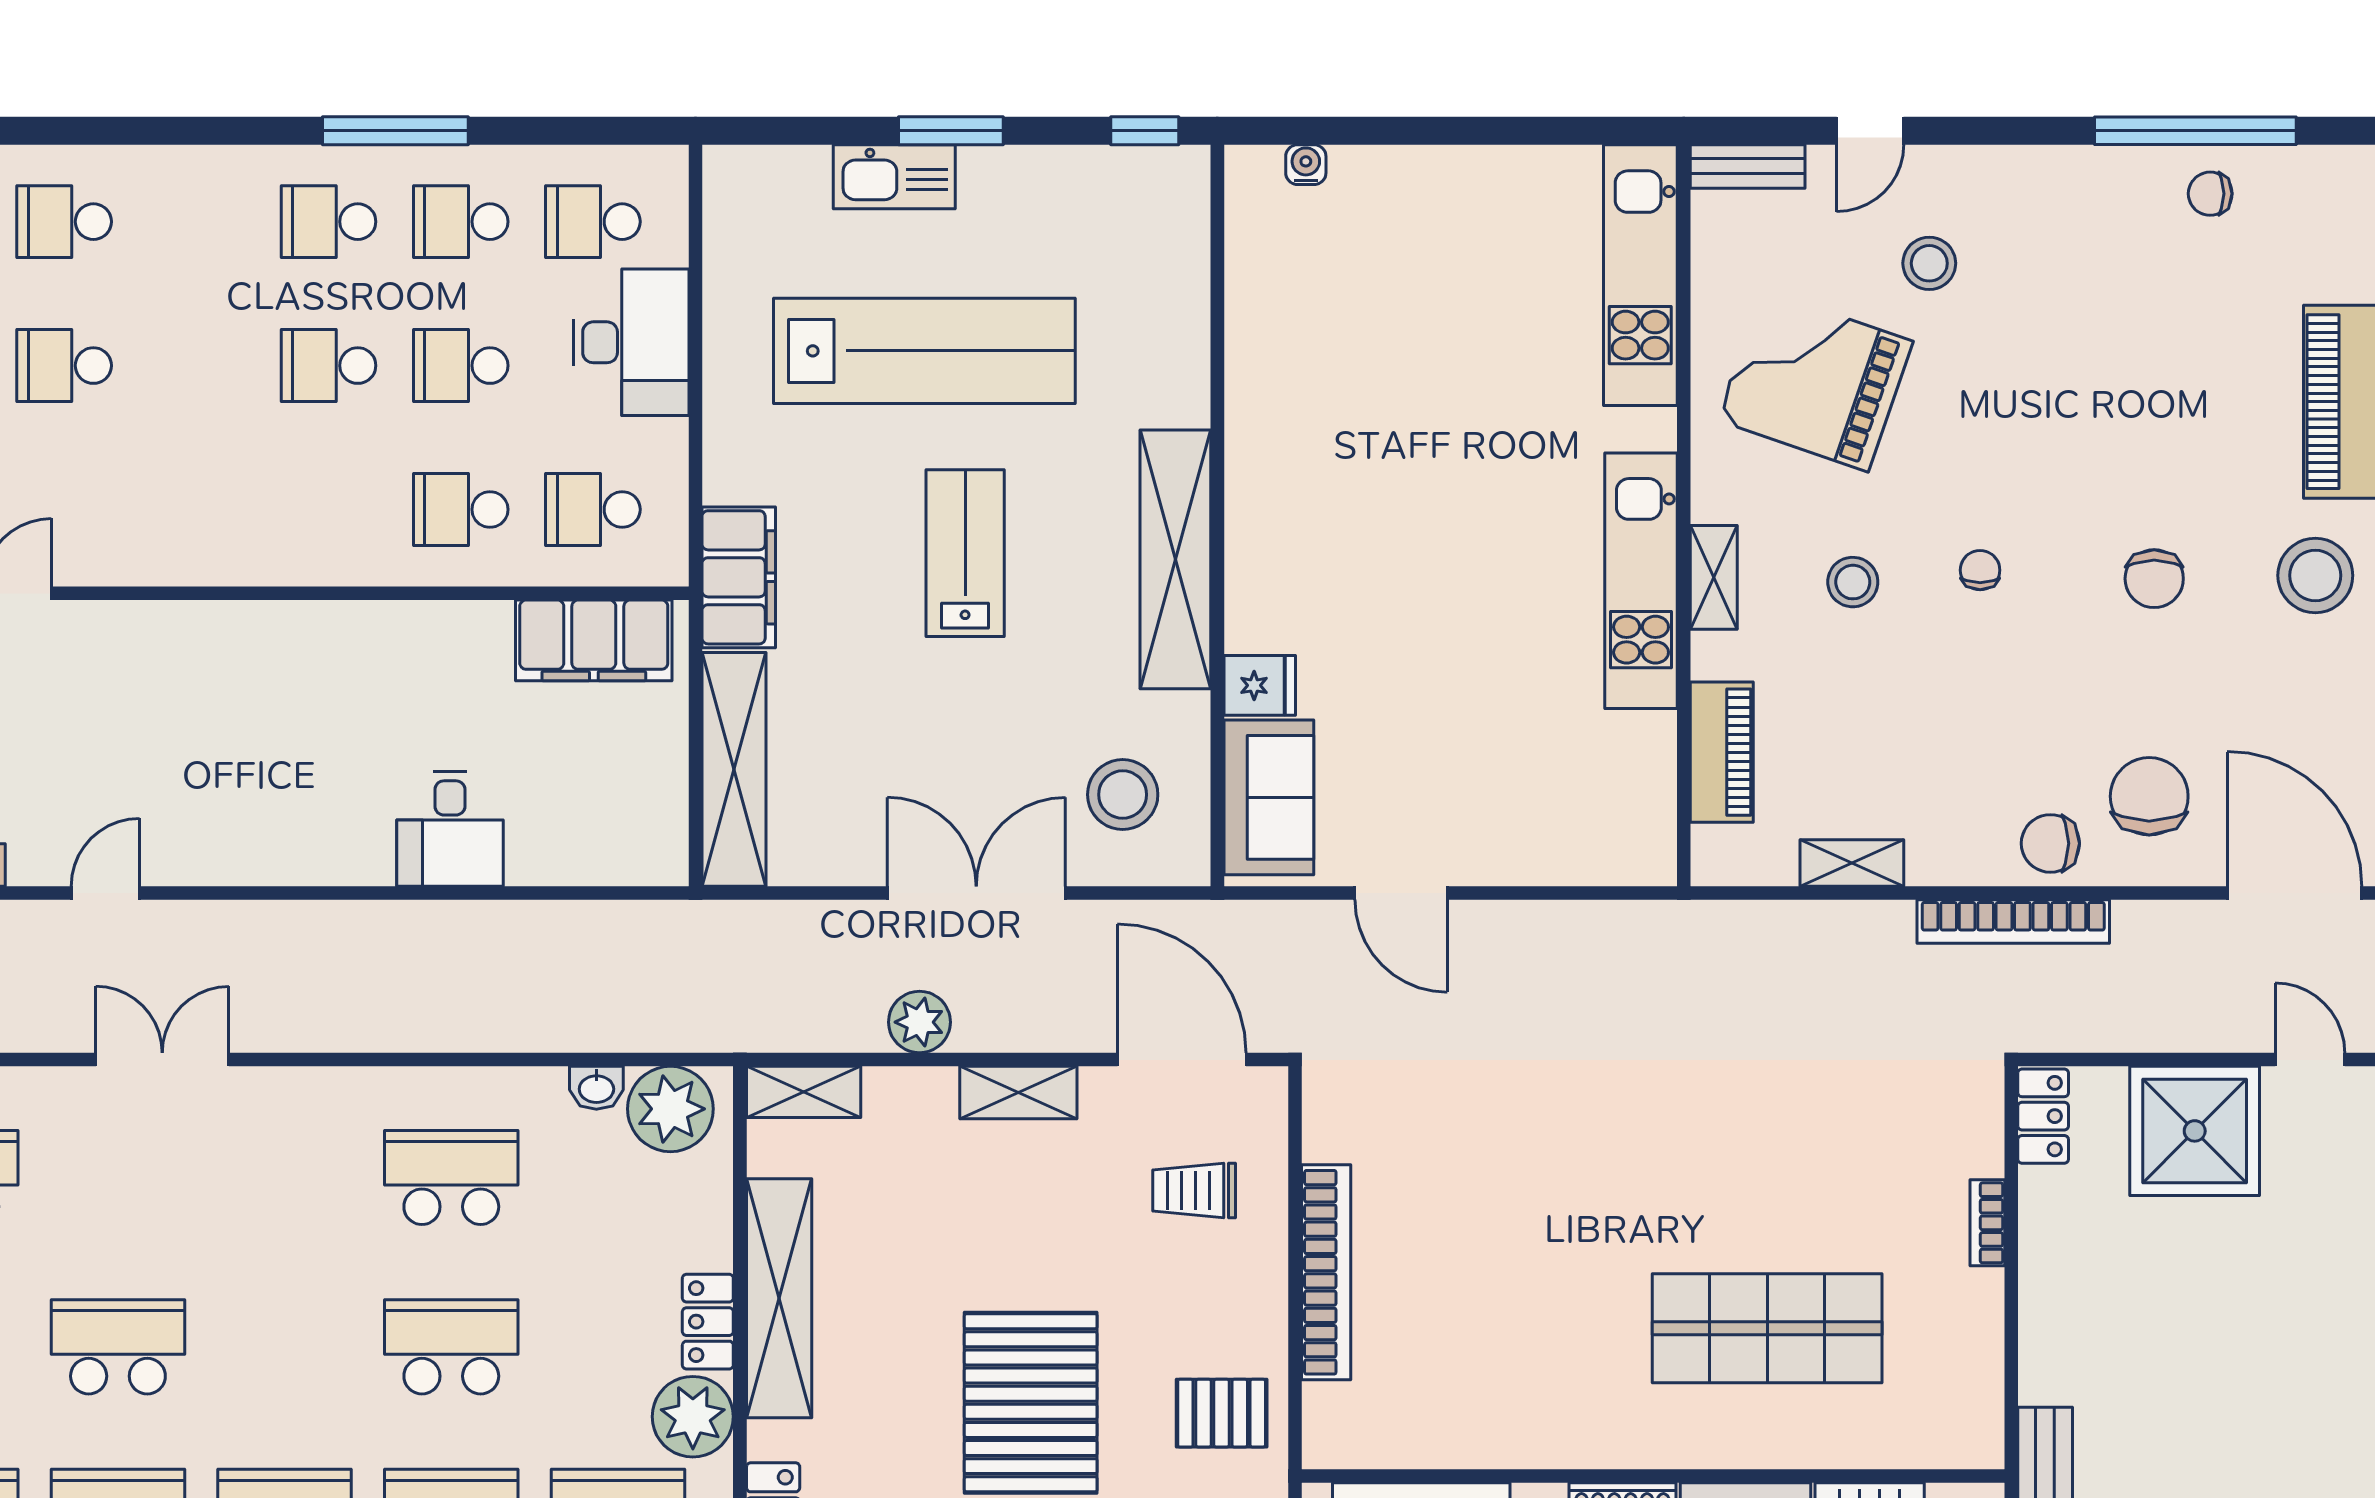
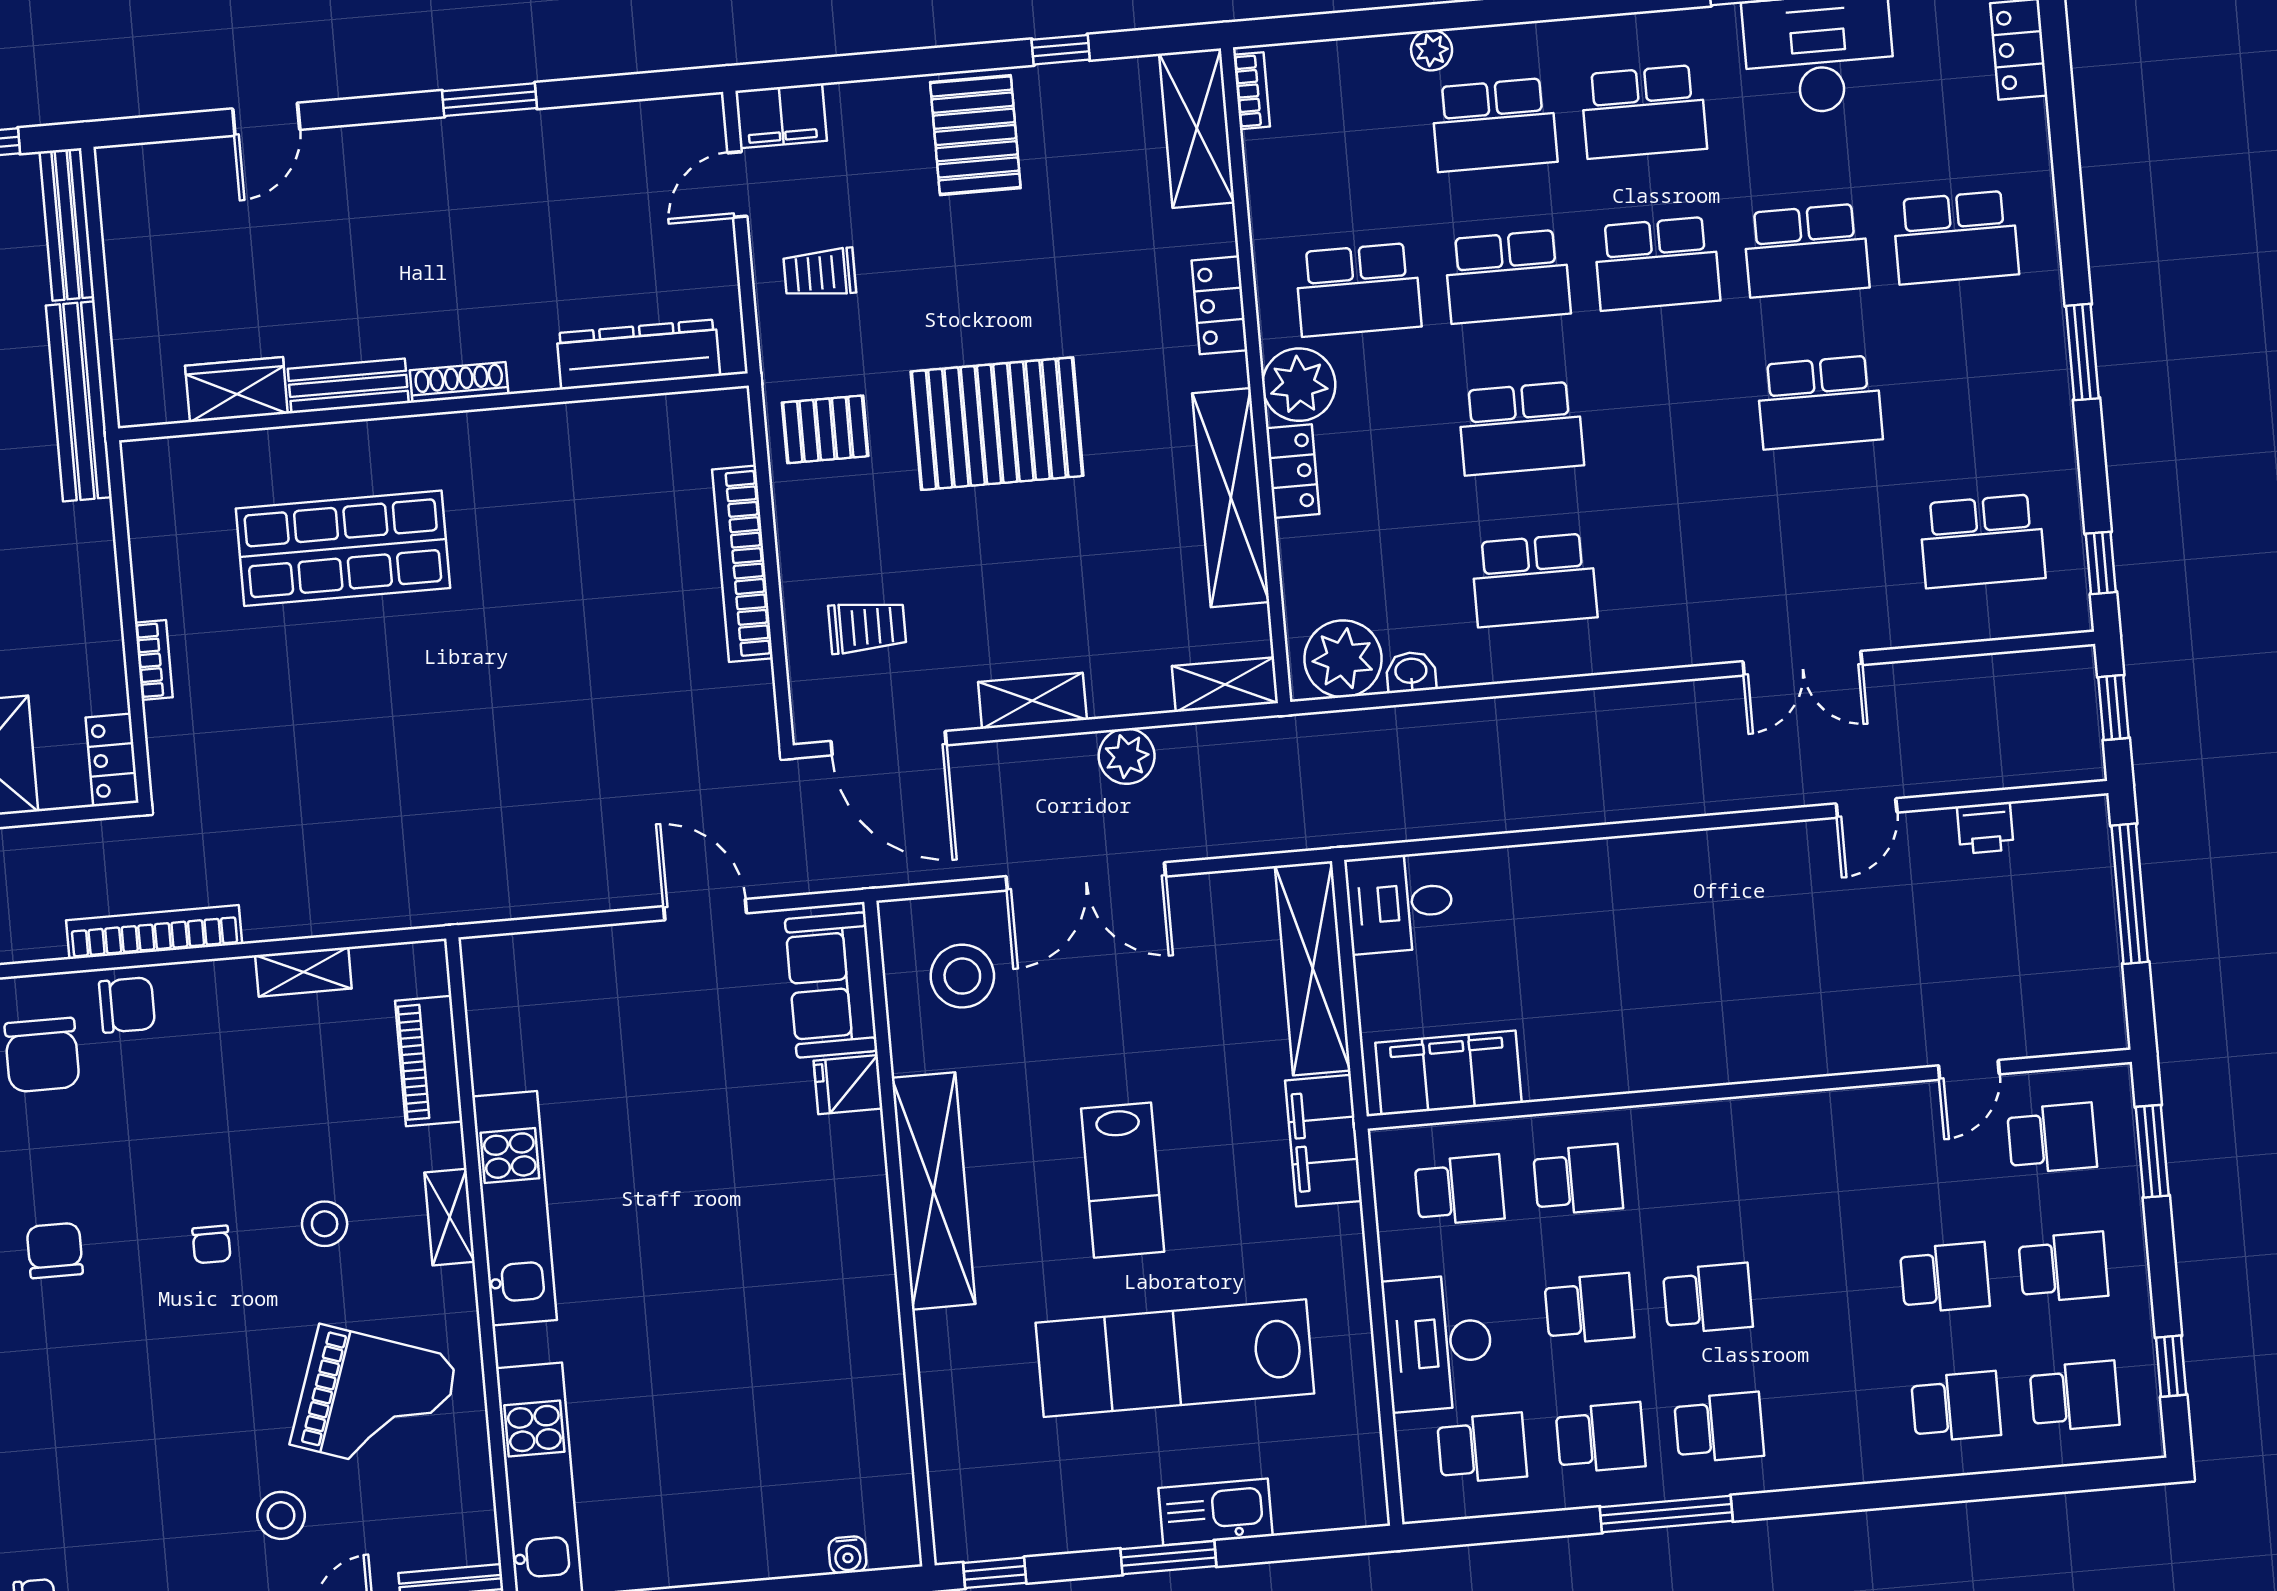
desk: (450, 829) -> (1400, 903), moved, turned -90
pallet: (1031, 1403) -> (997, 424), turned 90

